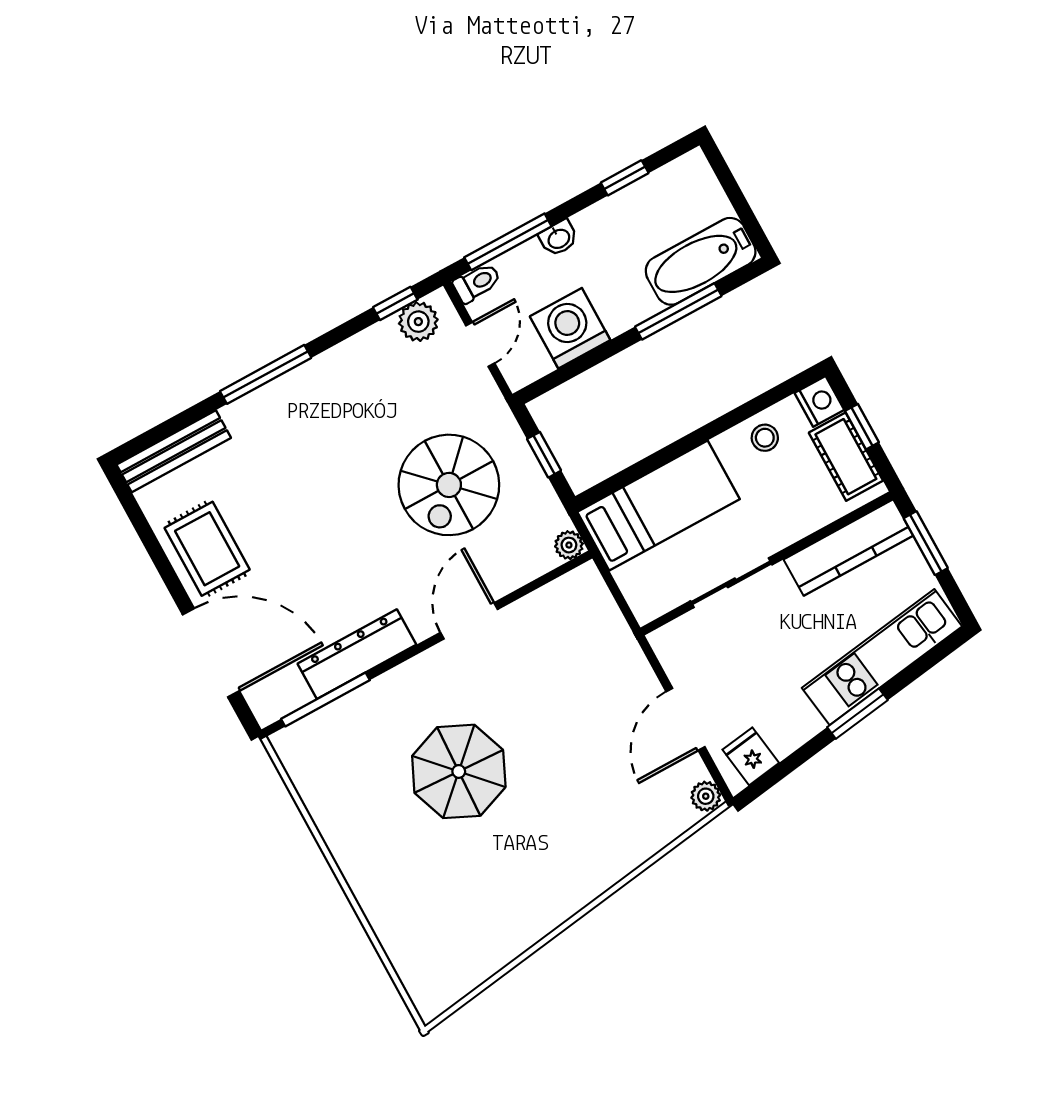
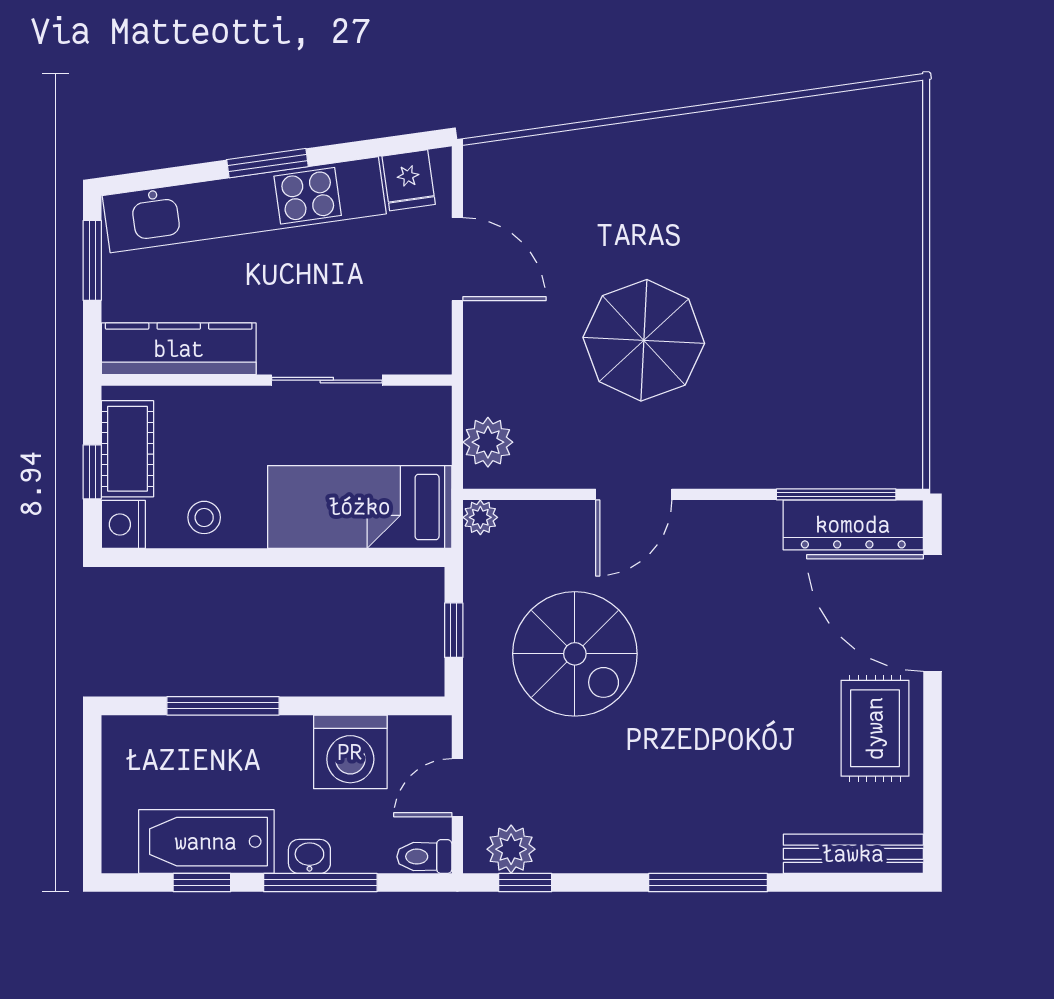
window: (508, 242) -> (320, 883), moved
bathtub: (701, 261) -> (206, 842), moved, turned 180
spiral stairs: (449, 485) -> (575, 654), turned 90
window: (926, 543) -> (92, 260), moved
dresser: (357, 654) -> (853, 525), moved
kitchen unit: (882, 657) -> (244, 205), width x1.36
door: (685, 719) -> (457, 259), hinge flipped
parasol: (459, 771) -> (644, 340), moved
plant: (706, 796) -> (488, 442), moved, width x1.38, depth x1.38

